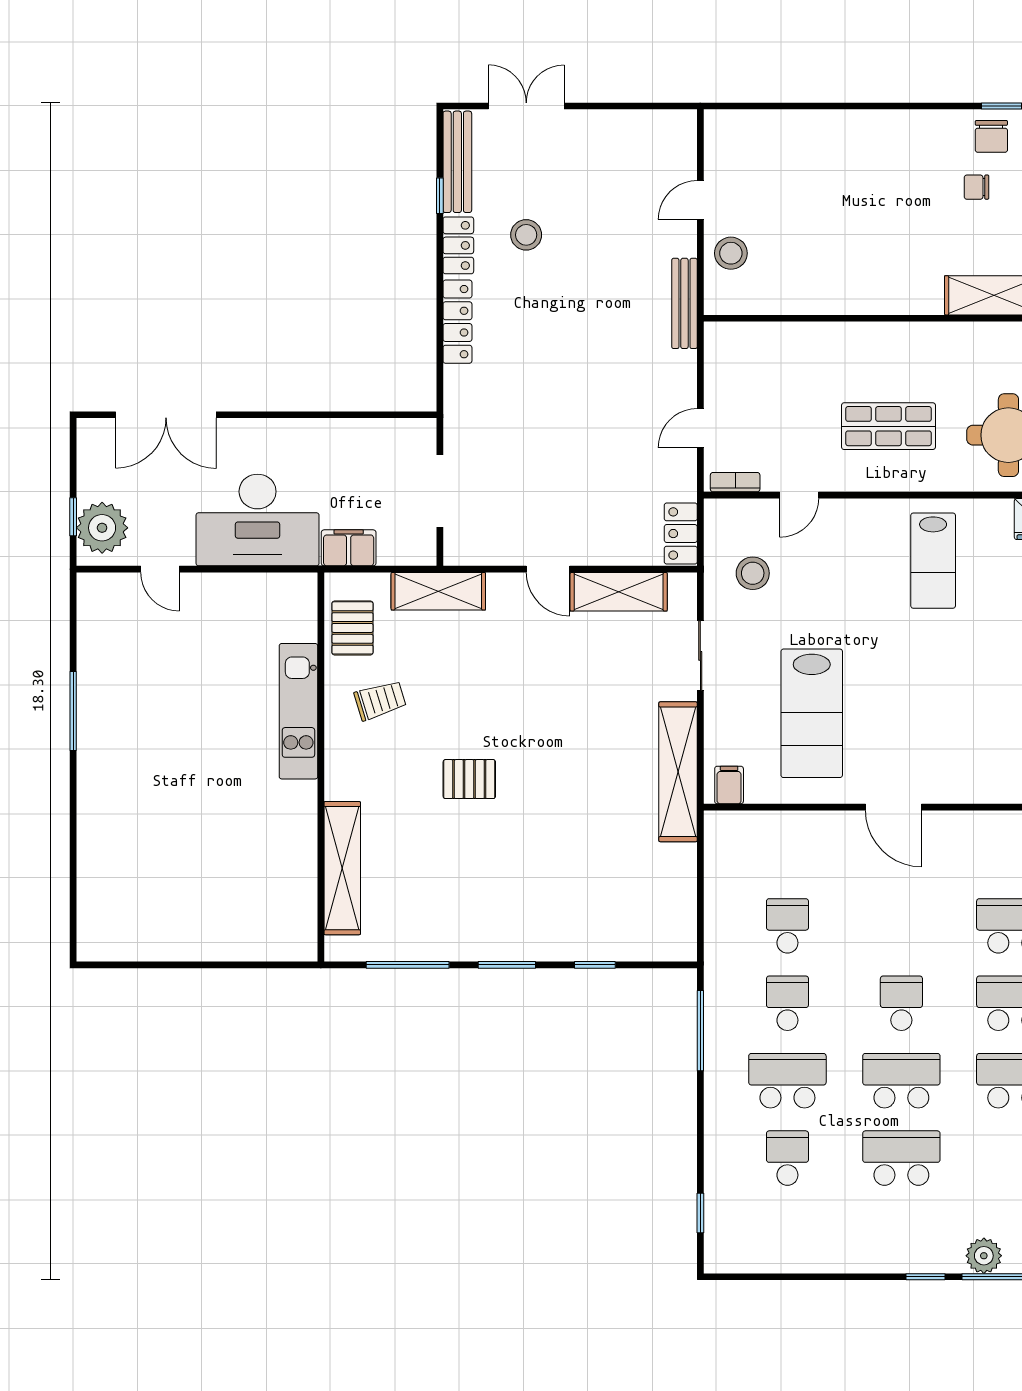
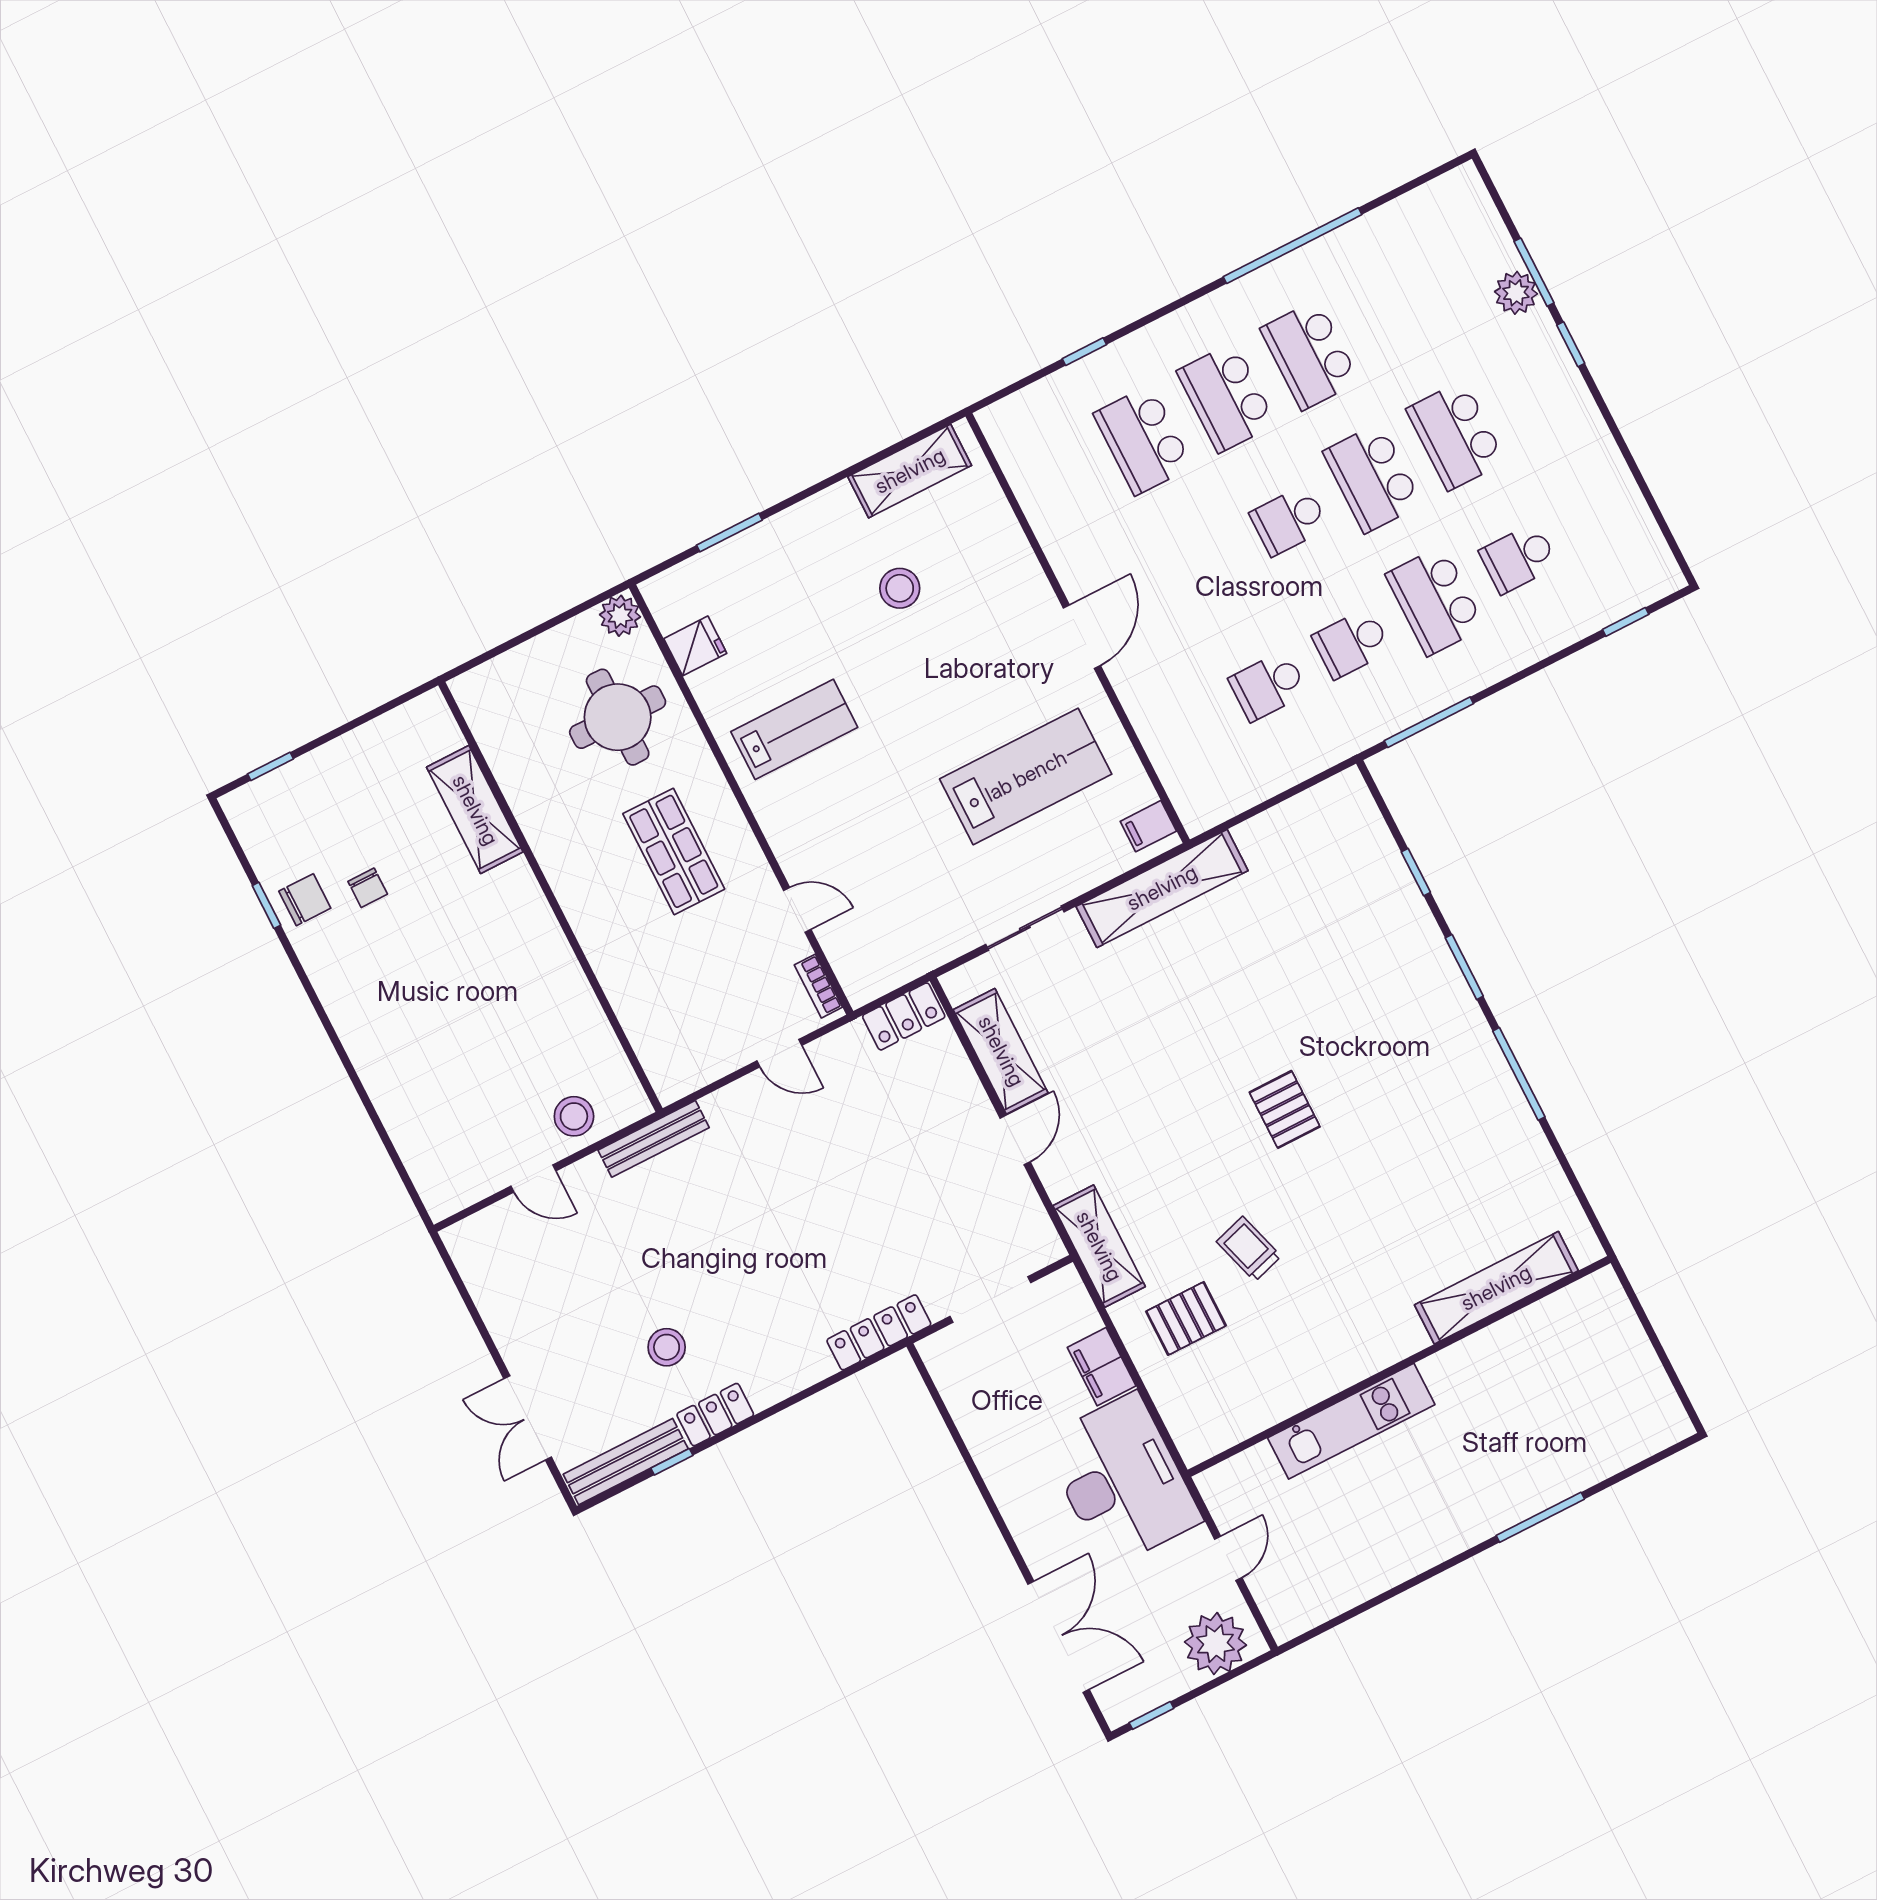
locker: (457, 322) -> (879, 1332), moved
window: (73, 517) -> (1151, 1715), moved
stool: (753, 573) -> (900, 588), moved
window: (73, 711) -> (1540, 1517), moved
kitchen unit: (298, 711) -> (1351, 1421), moved
wall: (321, 767) -> (1399, 1366), moved
shelving: (342, 868) -> (1496, 1288), moved

